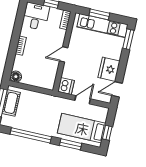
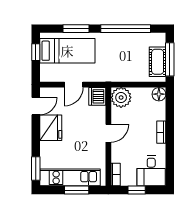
plant: (47, 81) -> (121, 97), added

